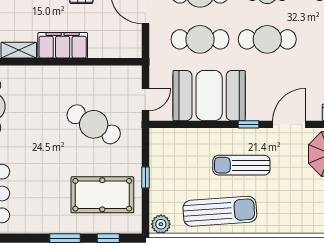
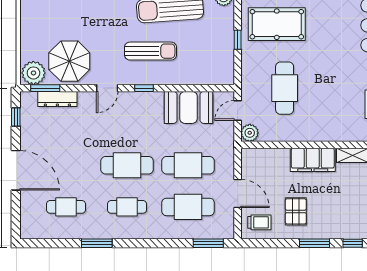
plant: (132, 75) -> (250, 133), added
booth: (209, 96) -> (189, 107), width x0.73, depth x0.70
cafe table: (94, 124) -> (285, 88), turned 60
door: (289, 124) -> (107, 88), width x0.73

